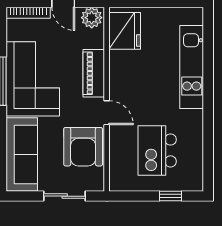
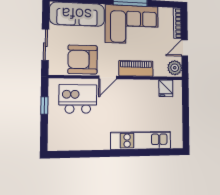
fridge: (125, 31) -> (166, 88), width x0.53, depth x0.75
kitchen island: (157, 150) -> (78, 99), moved
window: (170, 196) -> (44, 106), moved

